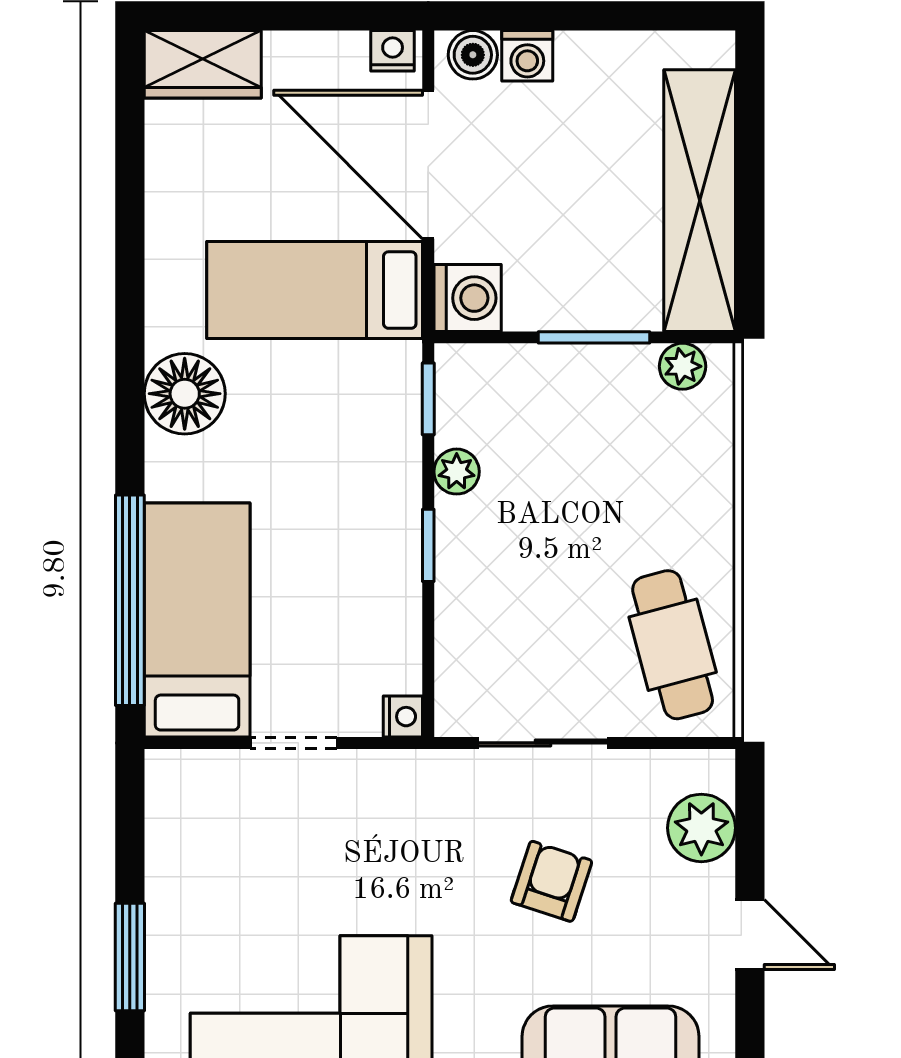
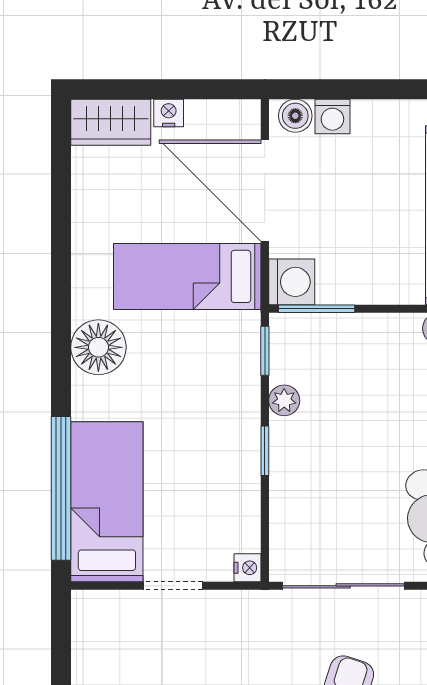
nightstand: (393, 51) -> (169, 113), moved
window: (594, 337) -> (317, 309), moved
sliding door: (543, 743) -> (343, 586), width x1.37

